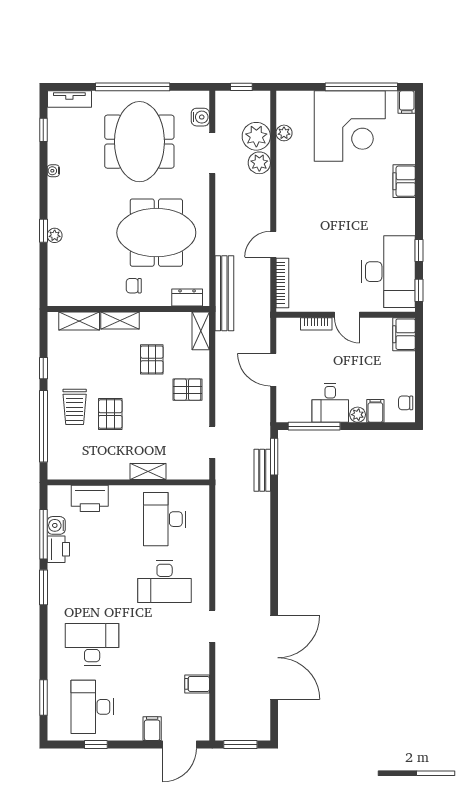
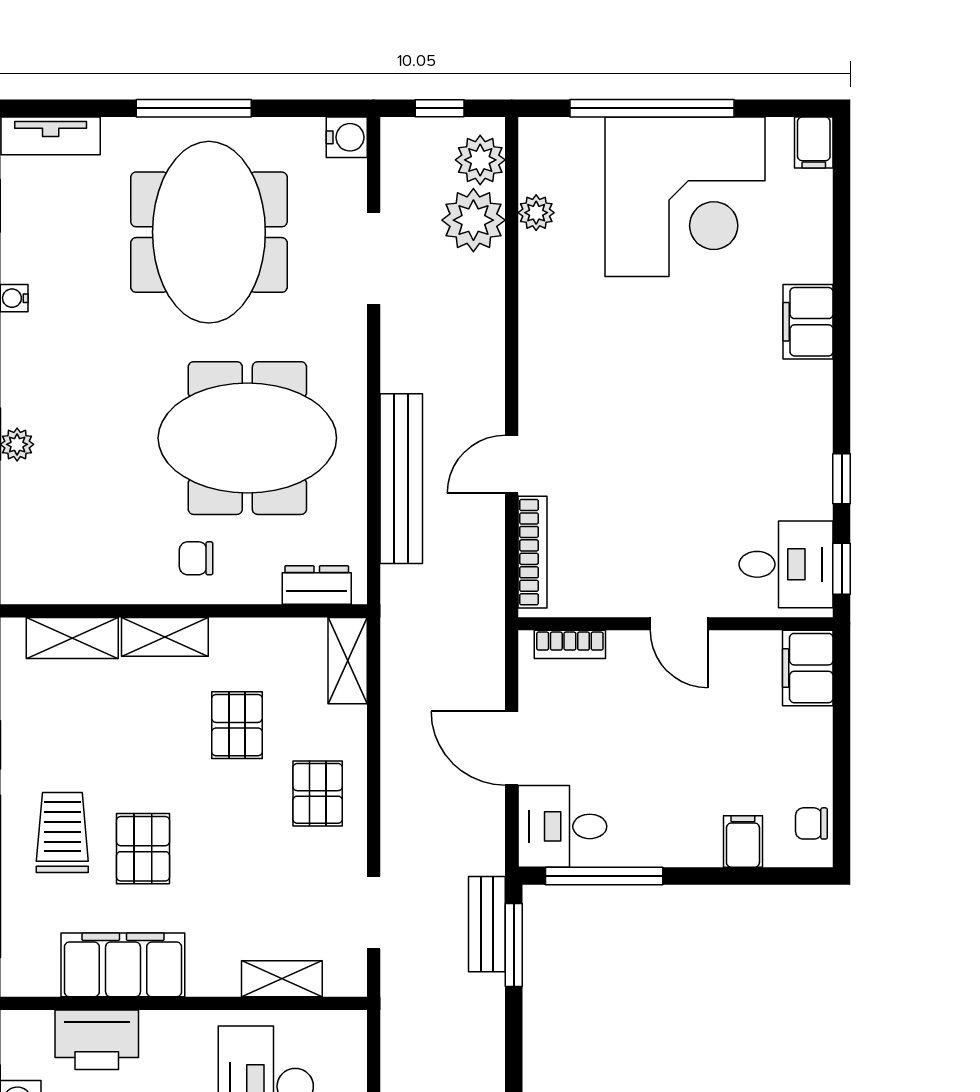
window: (133, 87) -> (194, 108), width x0.68
window: (361, 87) -> (652, 108), moved
water cooler: (200, 117) -> (347, 137), moved
plant: (259, 163) -> (480, 160), moved
desk: (388, 272) -> (786, 564), width x0.53, depth x0.77
bench: (224, 293) -> (401, 479), moved
bookcase: (316, 324) -> (570, 644), moved
pallet: (187, 390) -> (318, 793), turned 90
desk: (330, 403) -> (562, 826), moved, turned 90
trolley: (75, 407) -> (62, 832), turned 180
plant: (358, 415) -> (703, 850), removed
filing cabinet: (101, 465) -> (123, 965), added
bench: (262, 470) -> (487, 924), moved
shelving: (148, 472) -> (282, 979), moved

